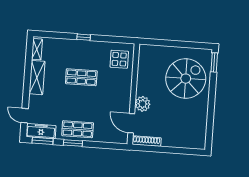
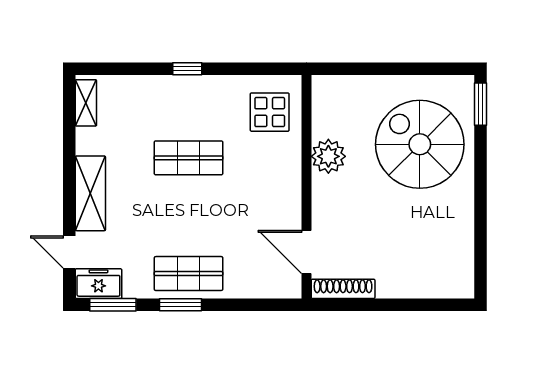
shelving: (37, 78) -> (90, 193), moved
spiral stairs: (186, 79) -> (420, 144), turned -90
plant: (143, 104) -> (328, 156), moved
freezer: (41, 131) -> (98, 284), width x0.71

